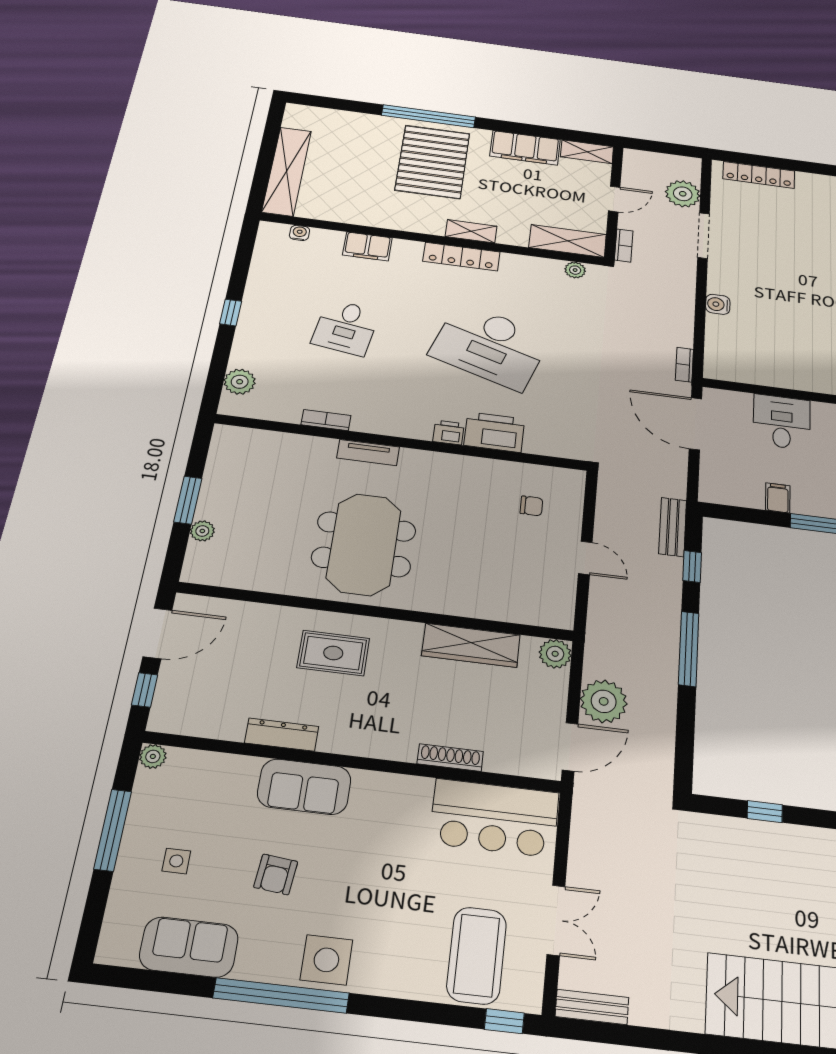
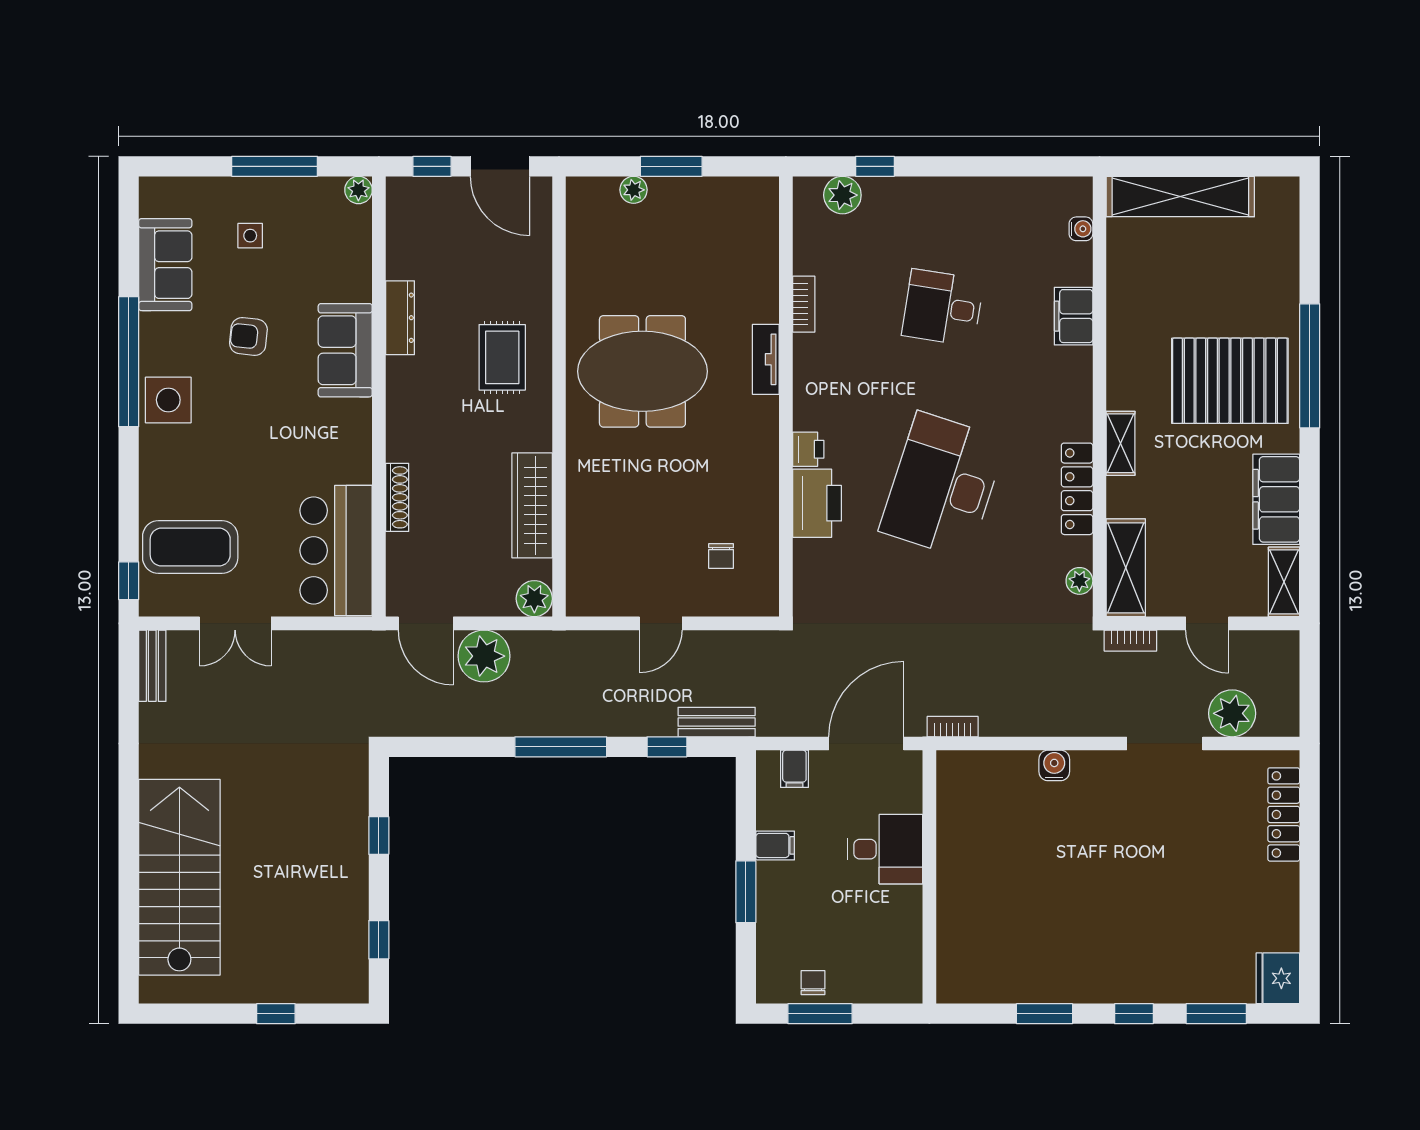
locker: (461, 257) -> (1077, 489), moved
window: (231, 312) -> (875, 166), moved
filing cabinet: (714, 476) -> (794, 769), added

